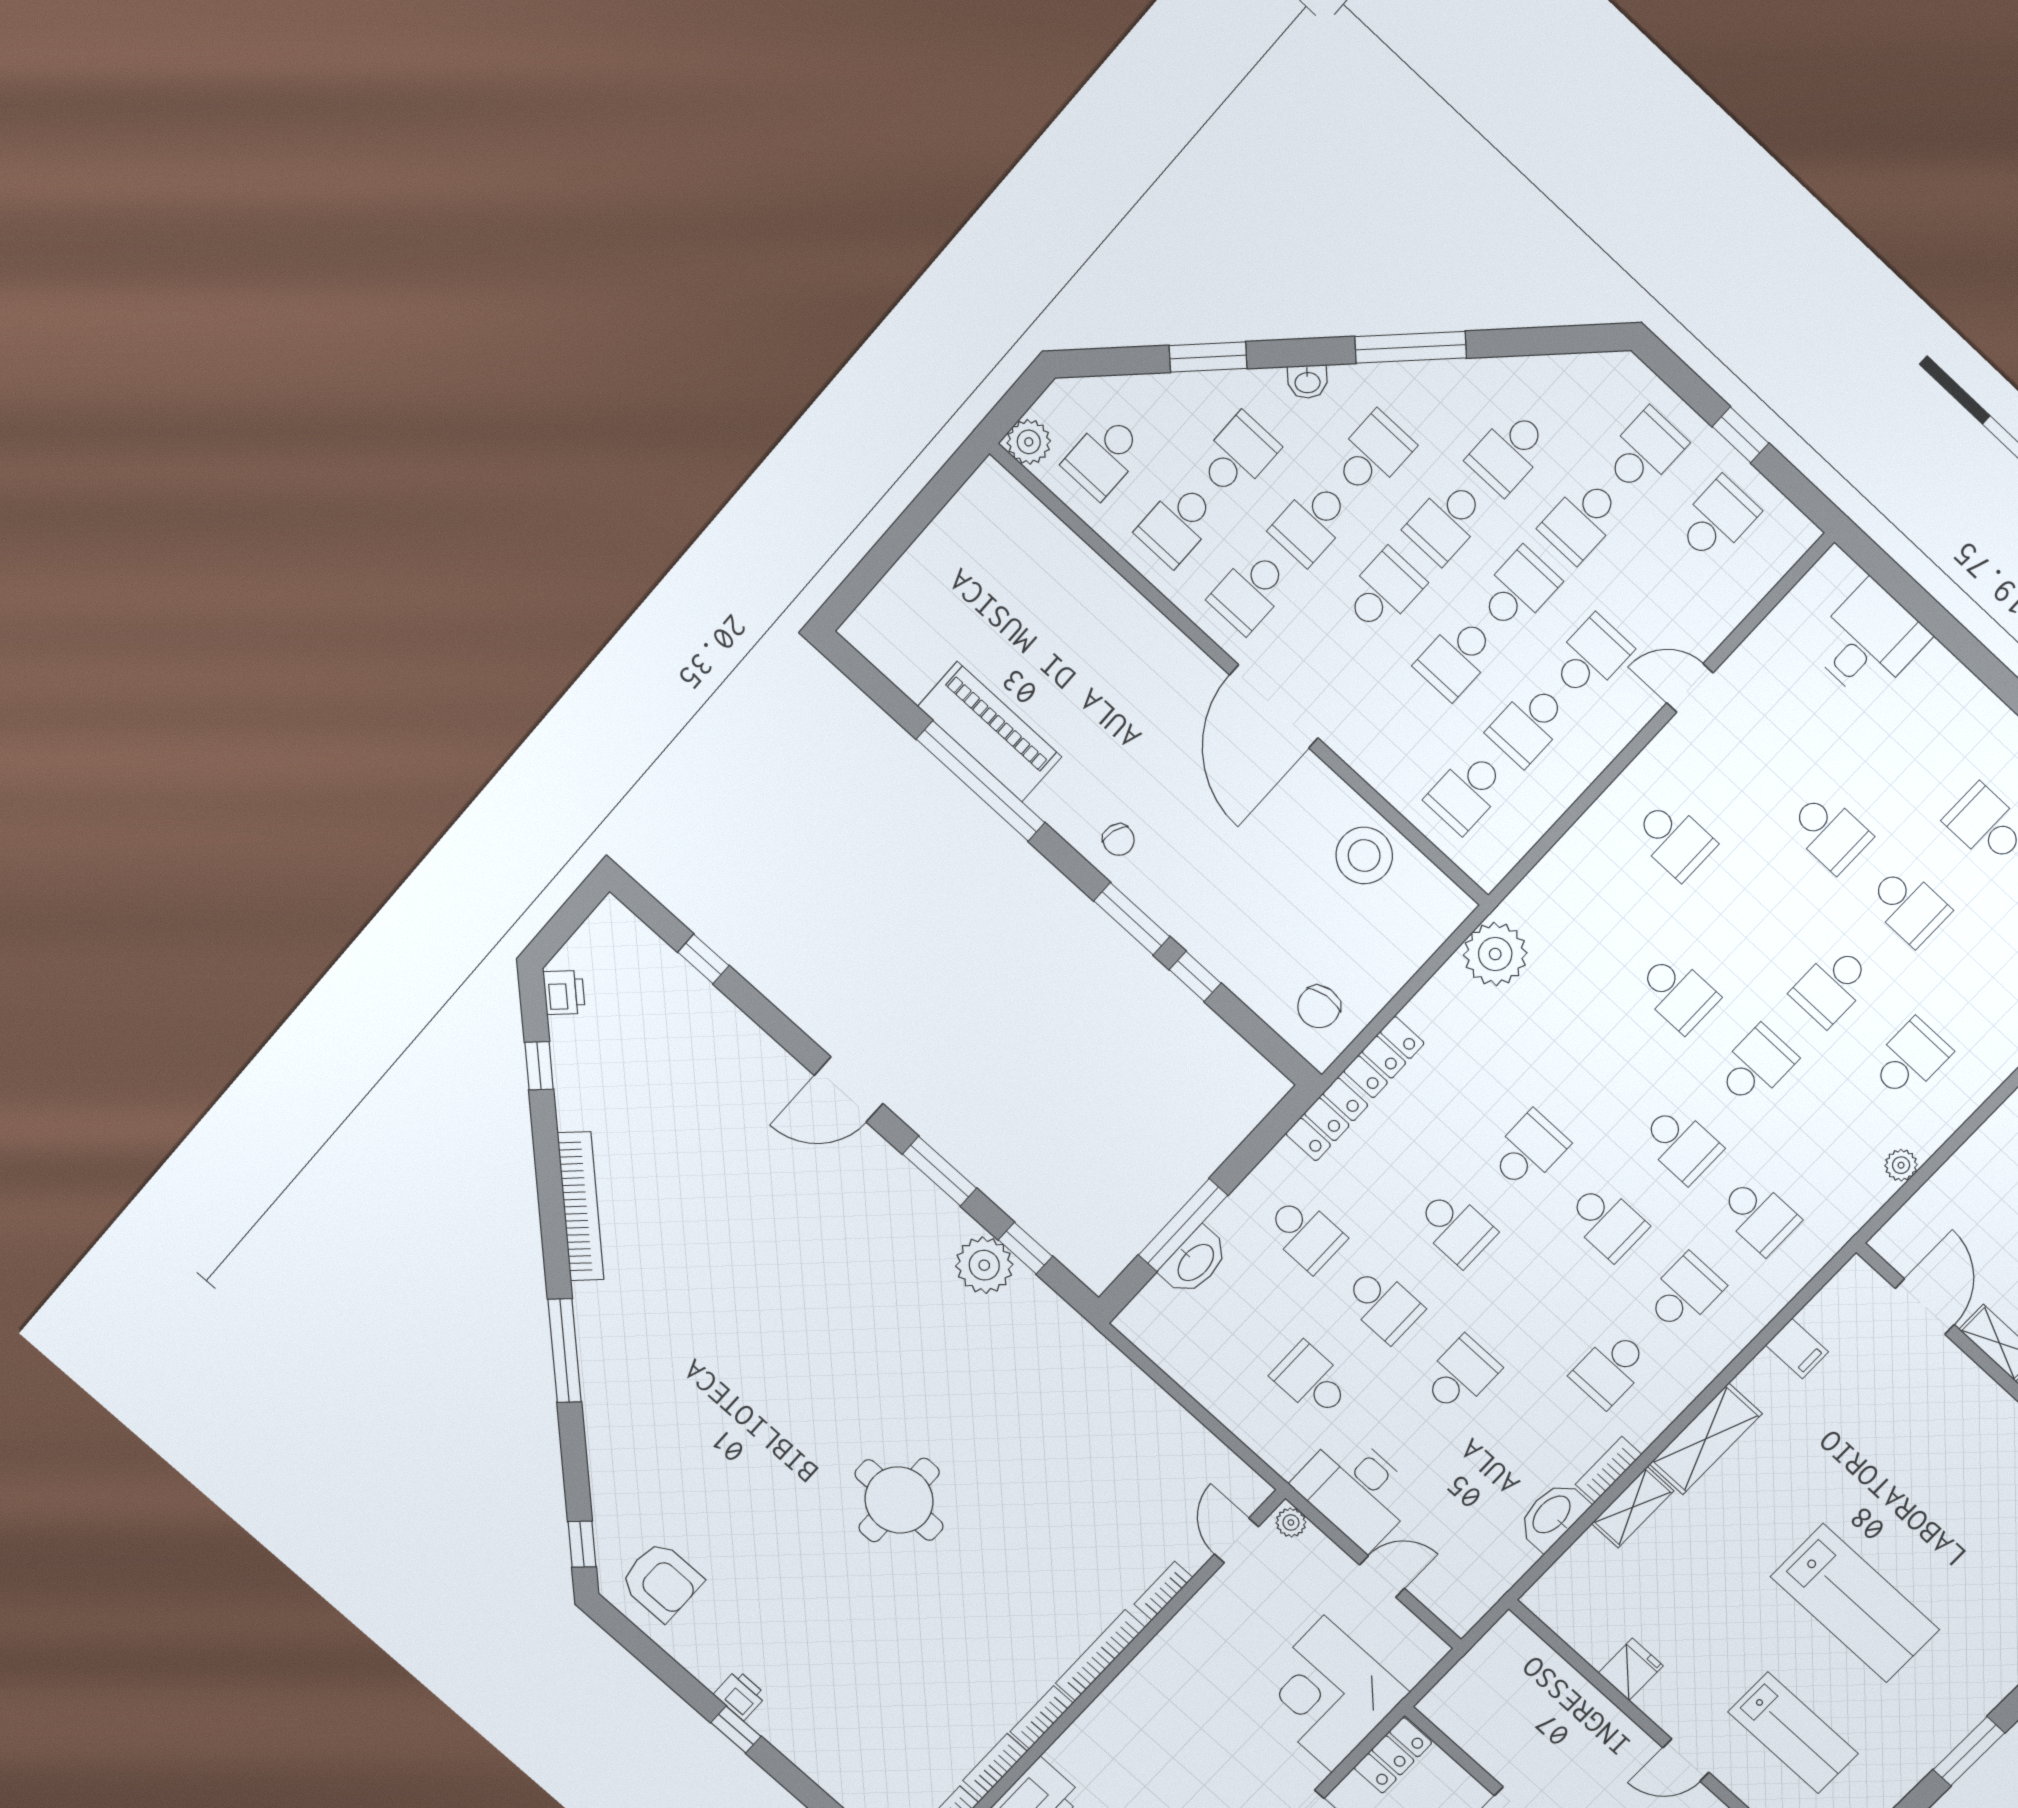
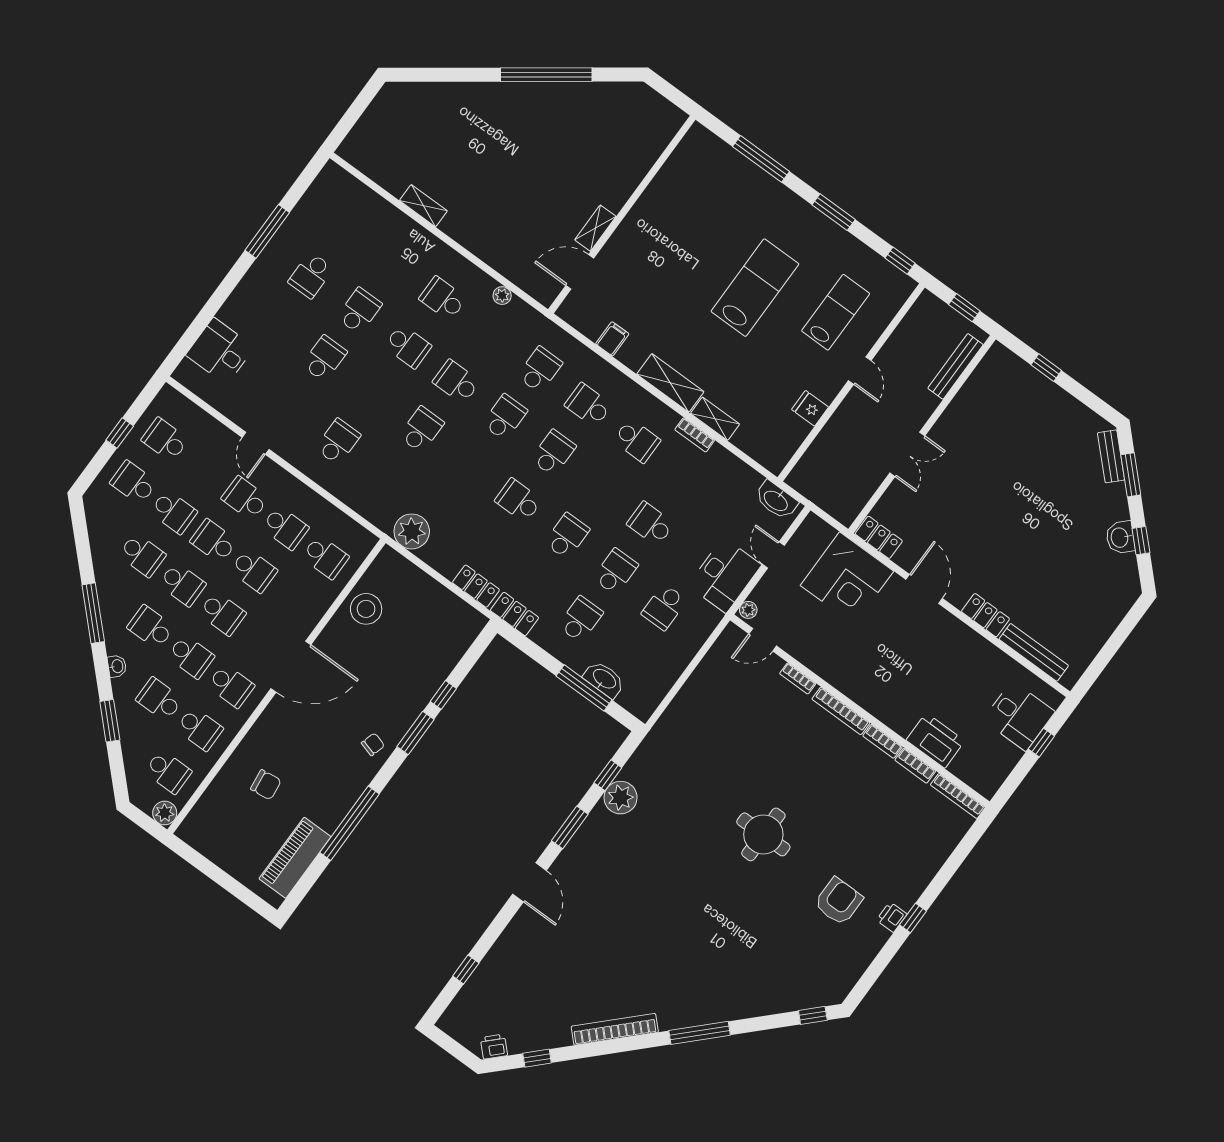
school desk: (1384, 591) -> (222, 614), turned 180
piano: (990, 732) -> (295, 858), moved
chair: (1319, 1007) -> (266, 785), moved
washbasin: (1552, 1515) -> (776, 500), moved
armchair: (661, 1581) -> (839, 901), moved

